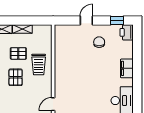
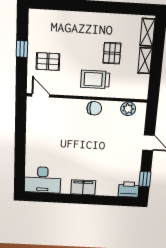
plant: (60, 38) -> (128, 109), added
chair: (99, 42) -> (94, 108), moved
pallet: (16, 77) -> (48, 62), moved

